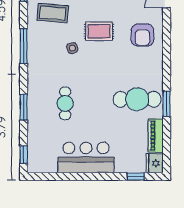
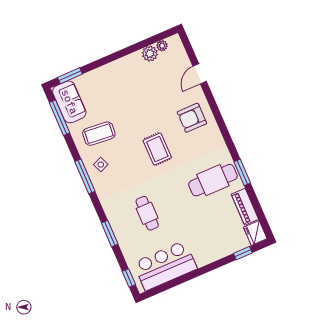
rug: (99, 31) -> (157, 149), moved, turned 90
armchair: (142, 35) -> (192, 118), turned 90
side table: (72, 48) -> (101, 165), moved
bar counter: (86, 158) -> (165, 266), moved

